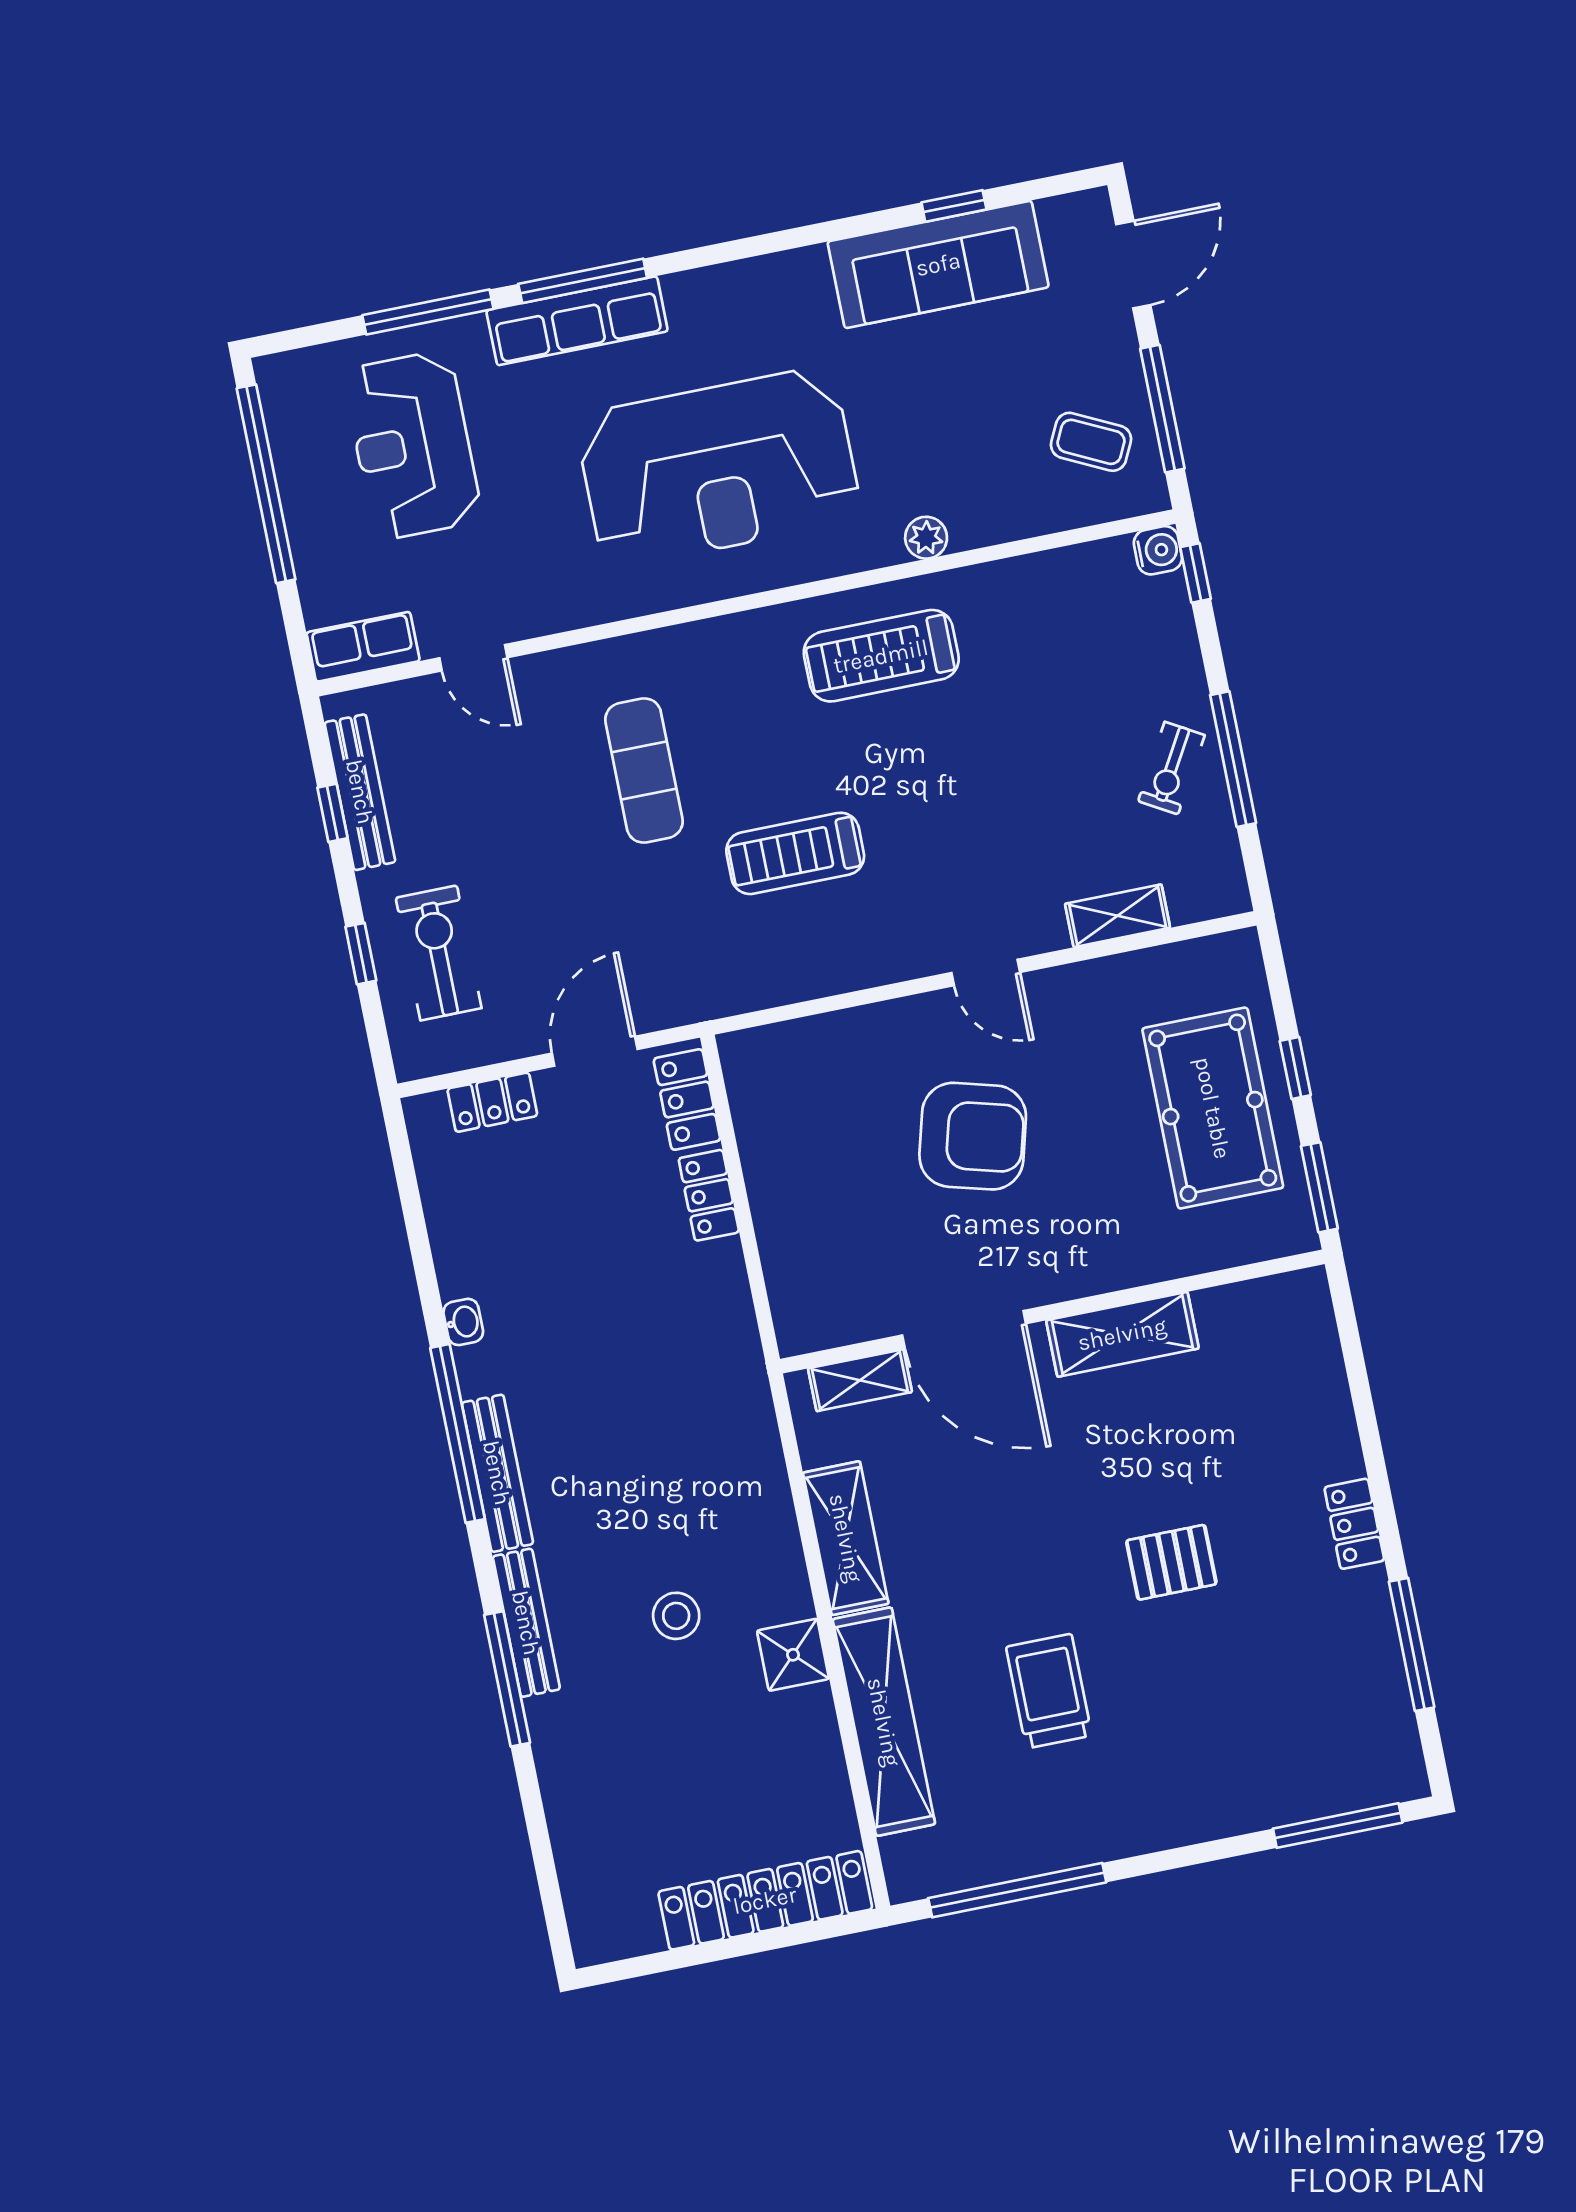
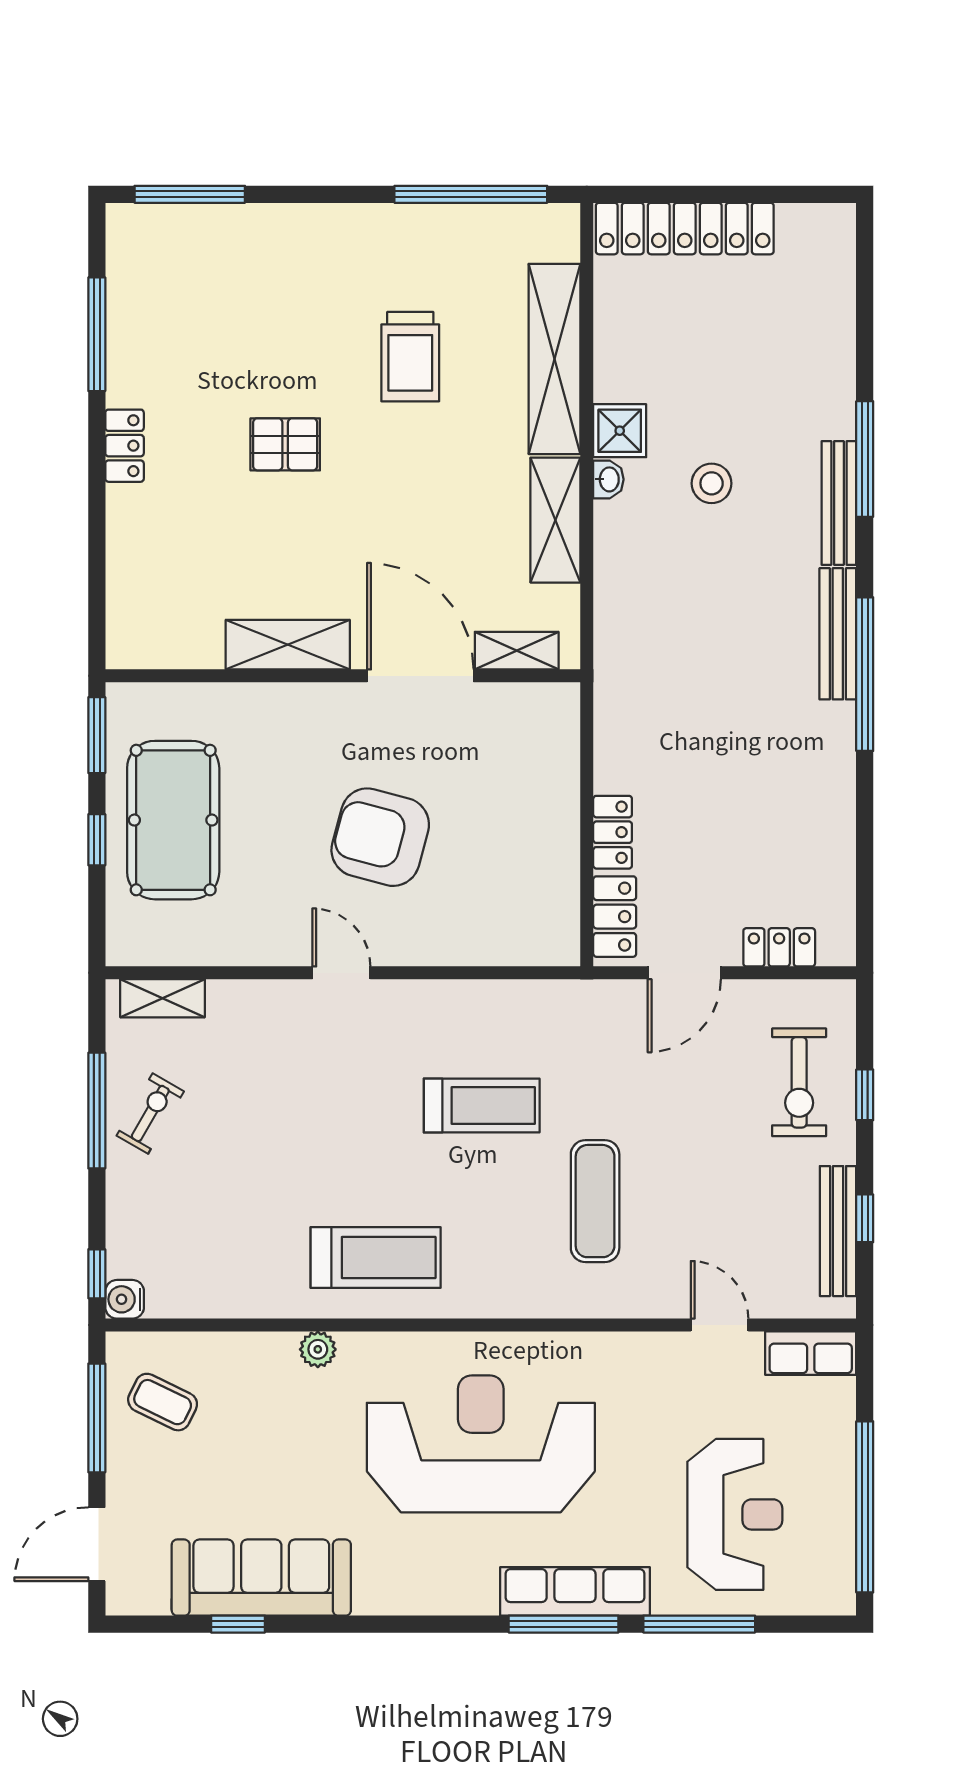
shelving: (1118, 916) -> (162, 998), moved
washbasin: (463, 1322) -> (608, 479), moved, turned 180

